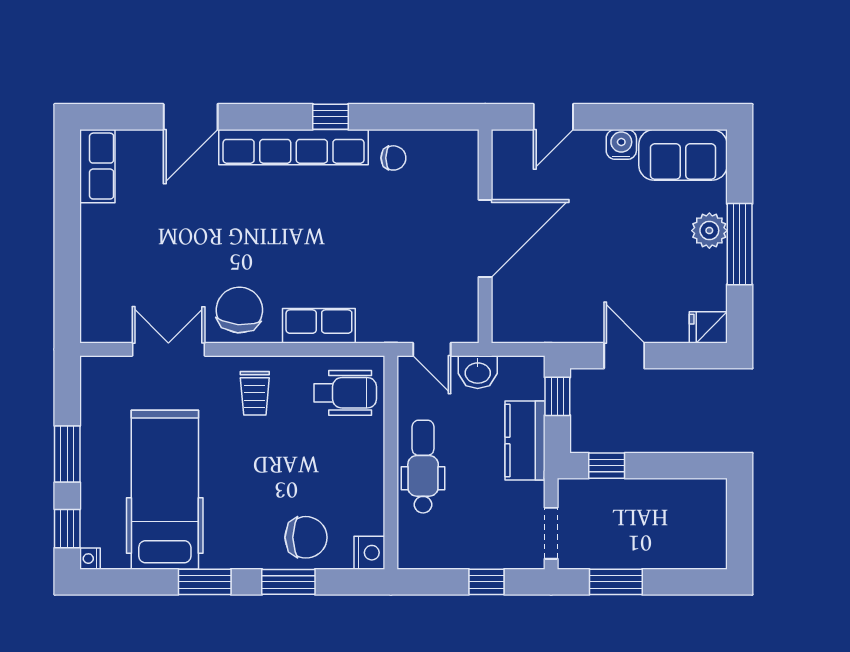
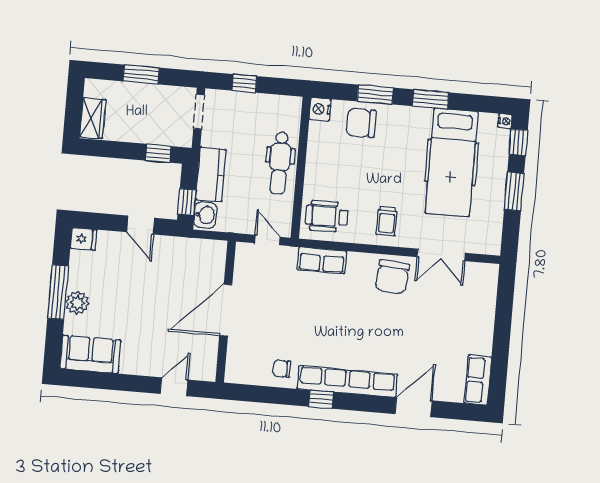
water cooler: (621, 144) -> (131, 365), removed
row of seats: (319, 326) -> (322, 260), moved
washbasin: (478, 372) -> (205, 215), moved, turned 90
trolley: (255, 393) -> (387, 221), turned 180
wardrobe: (710, 510) -> (93, 118), added
window: (616, 582) -> (141, 74), moved

